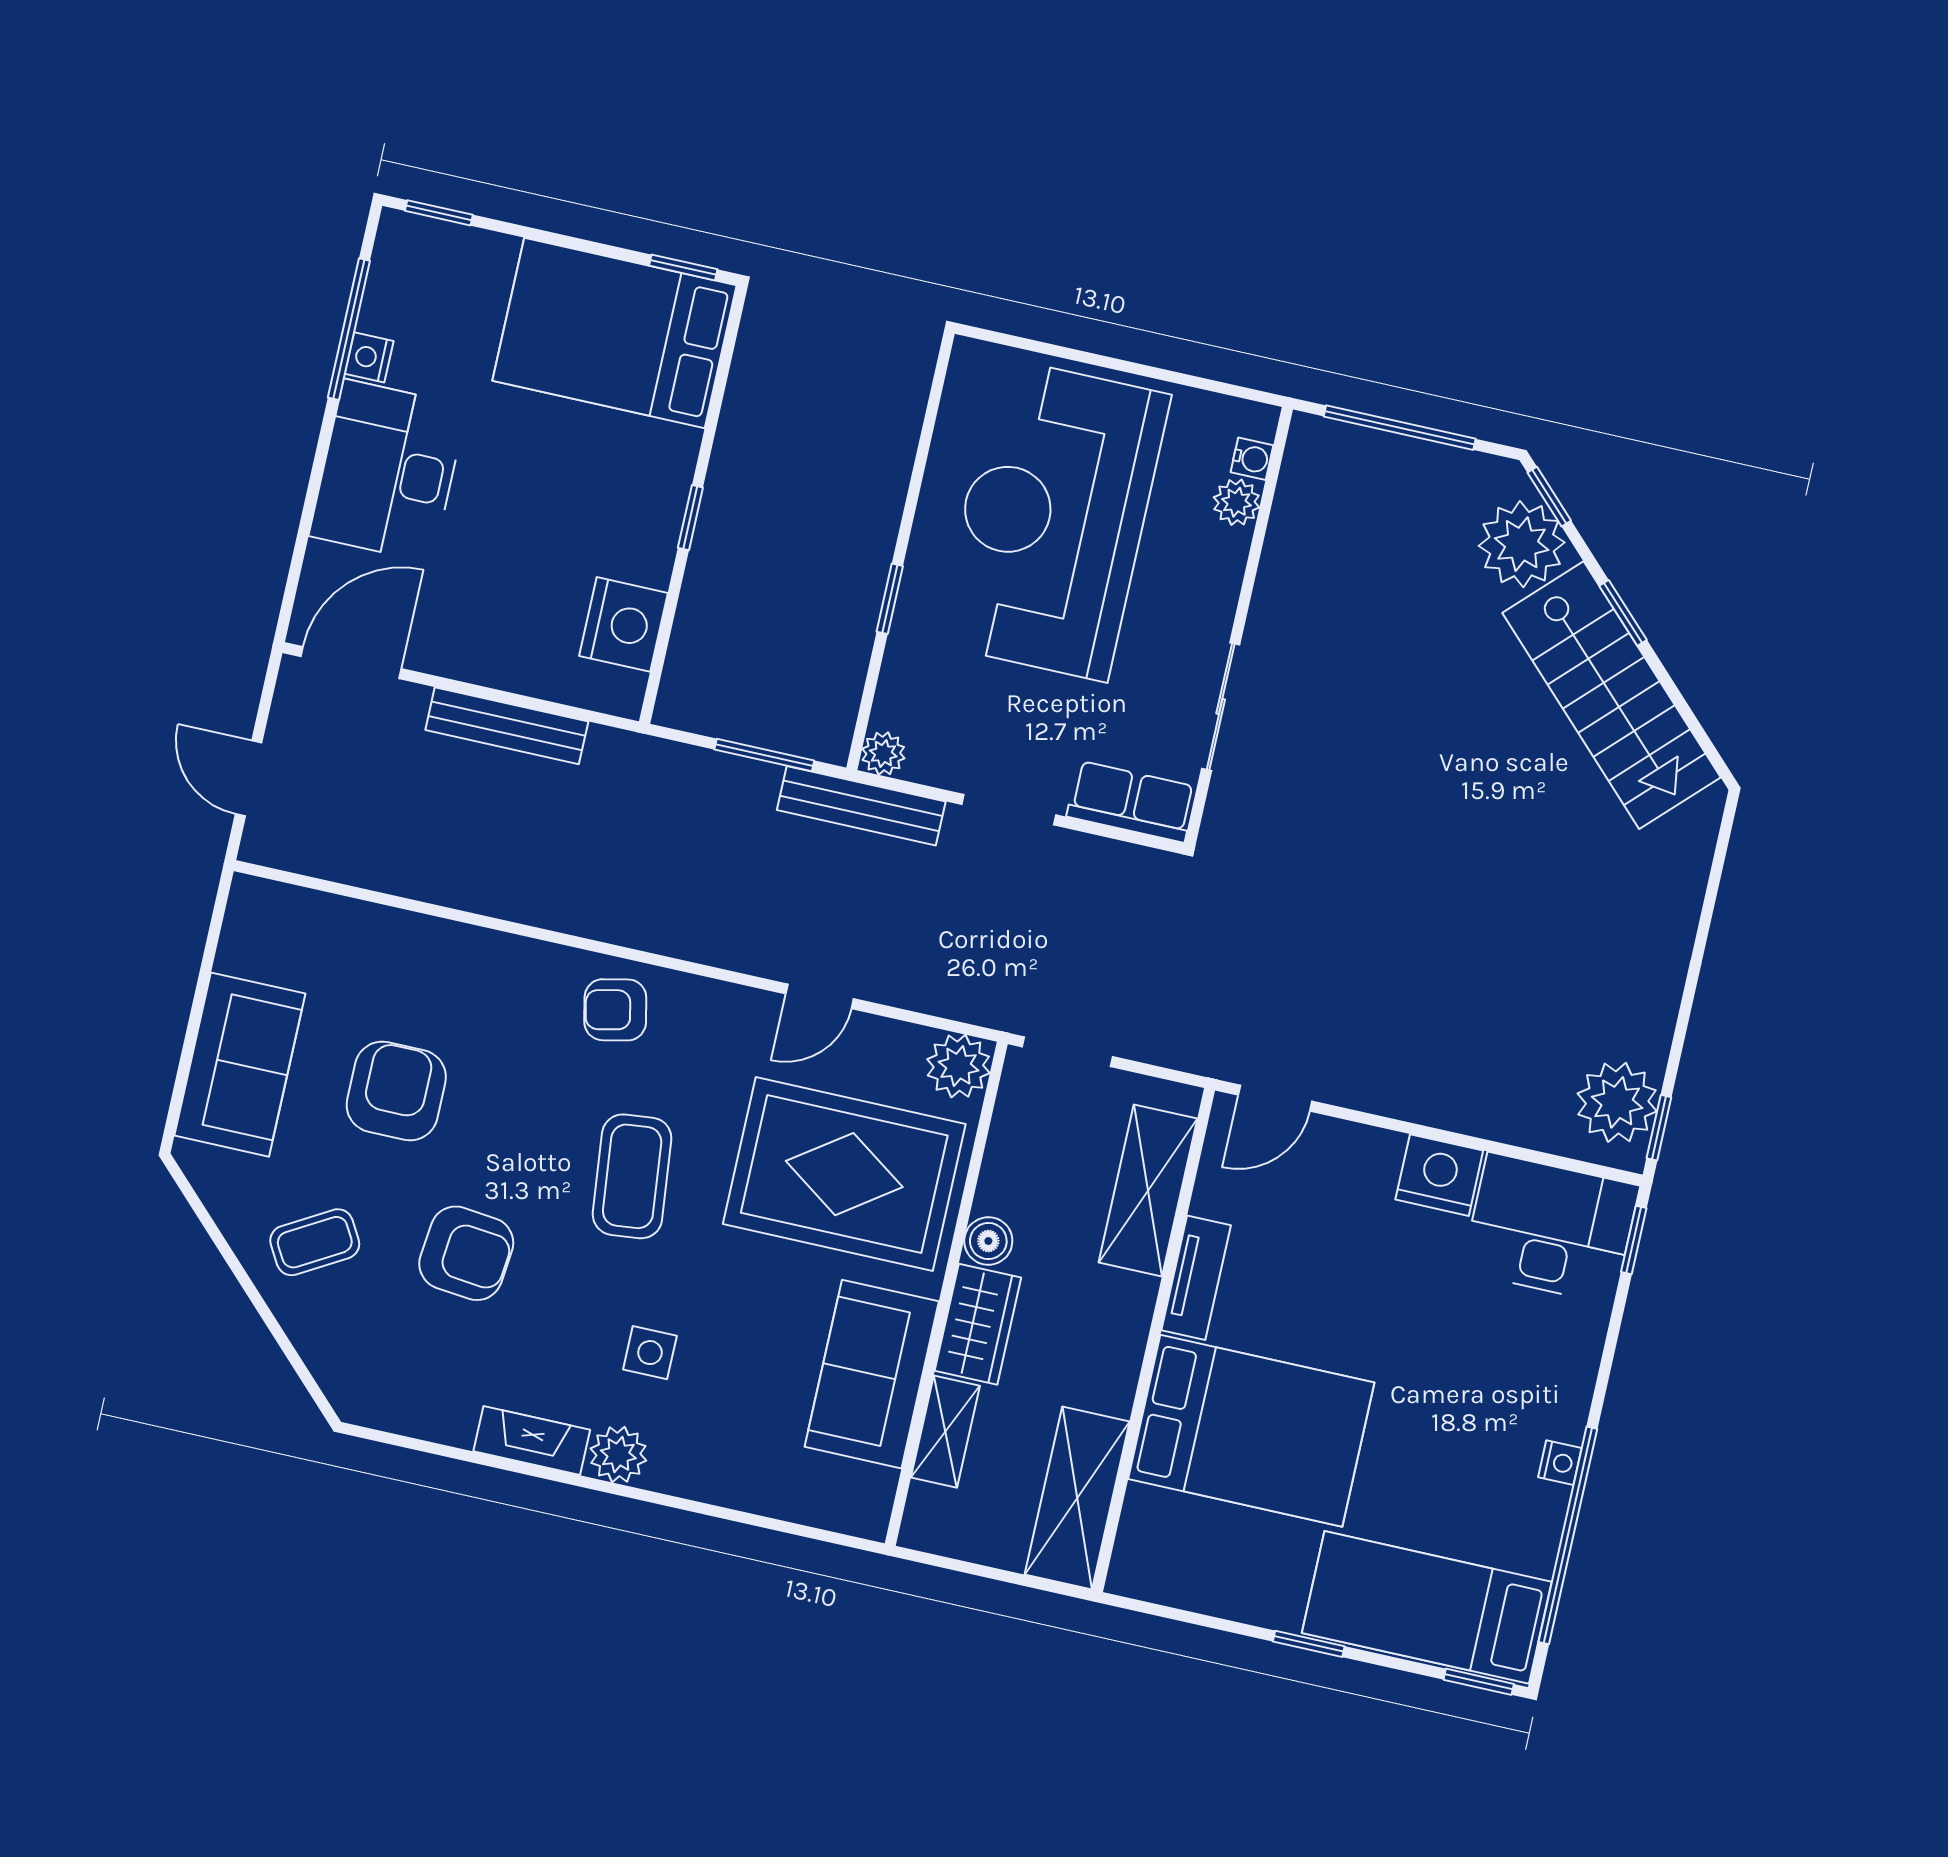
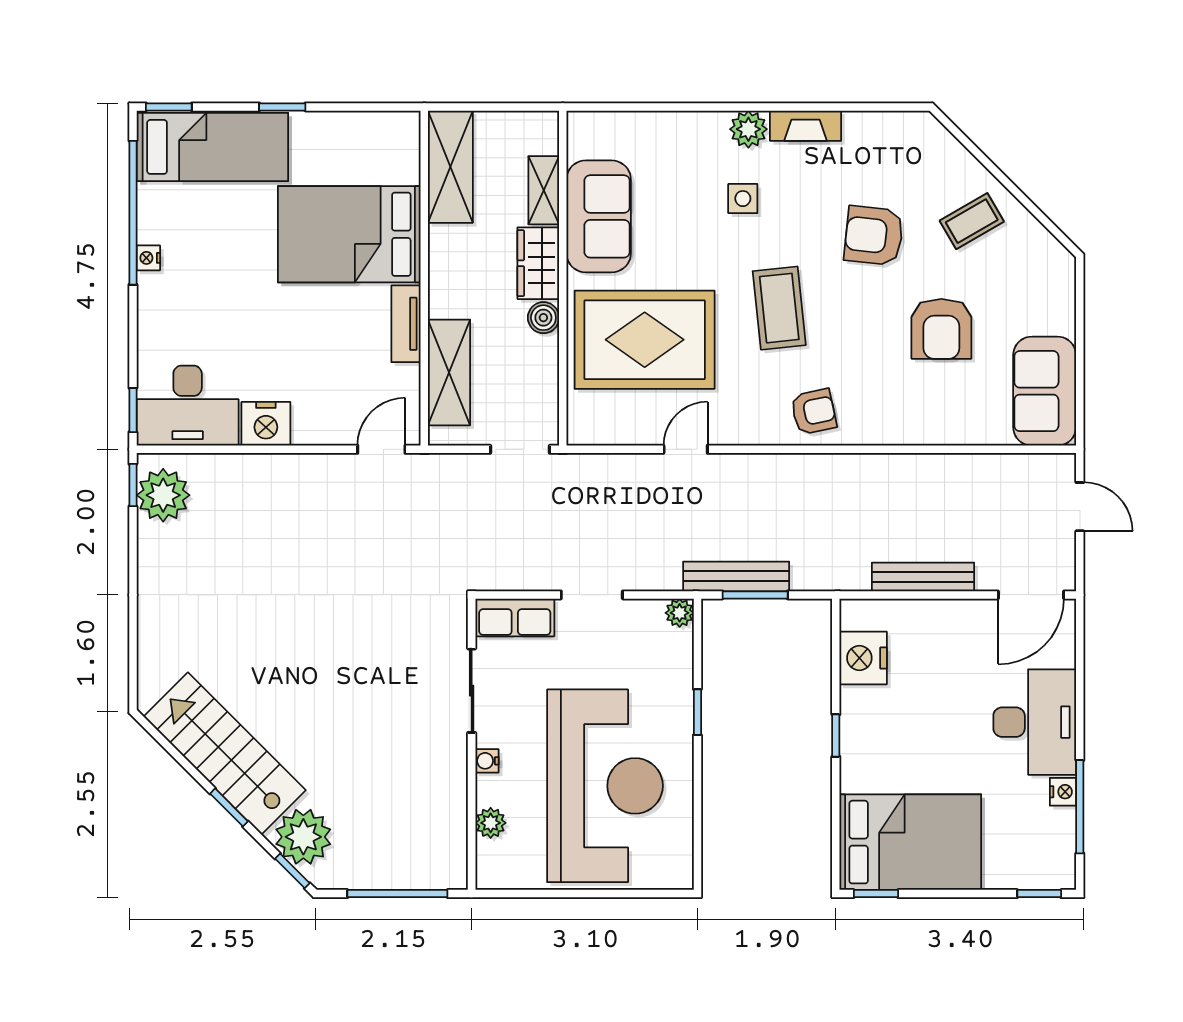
water cooler: (1252, 459) -> (487, 761), moved
bench: (861, 806) -> (736, 576), moved
sofa: (240, 1065) -> (1045, 391), moved
plant: (958, 1066) -> (587, 425), removed

